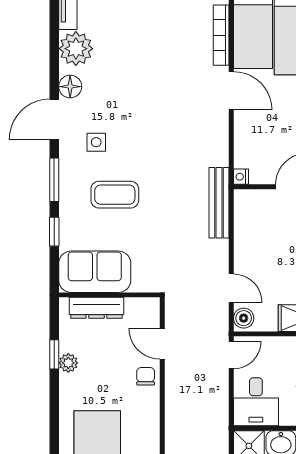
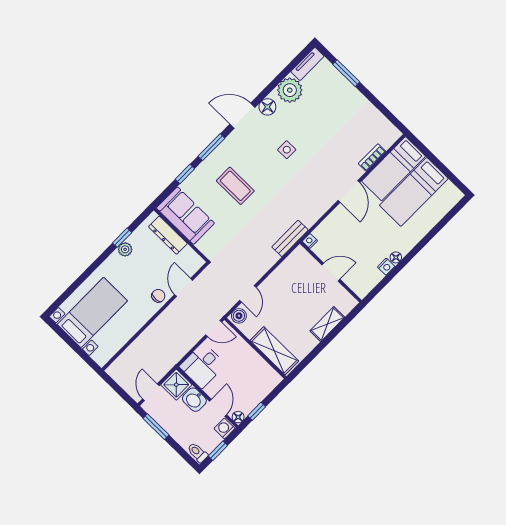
bookcase: (221, 35) -> (372, 157), width x0.64
side table: (96, 142) -> (287, 150), moved
bench: (219, 203) -> (290, 238), width x0.73

